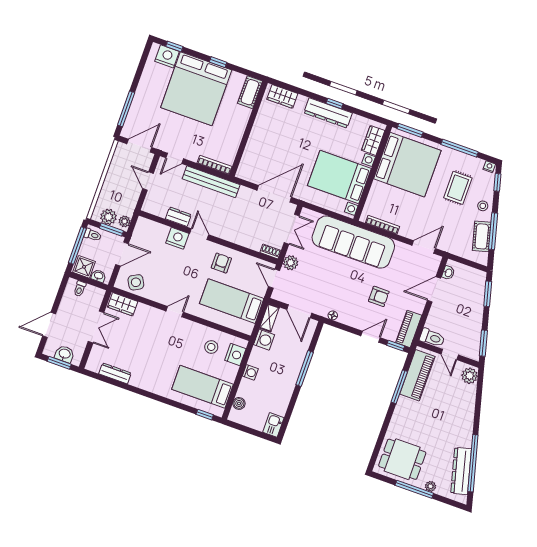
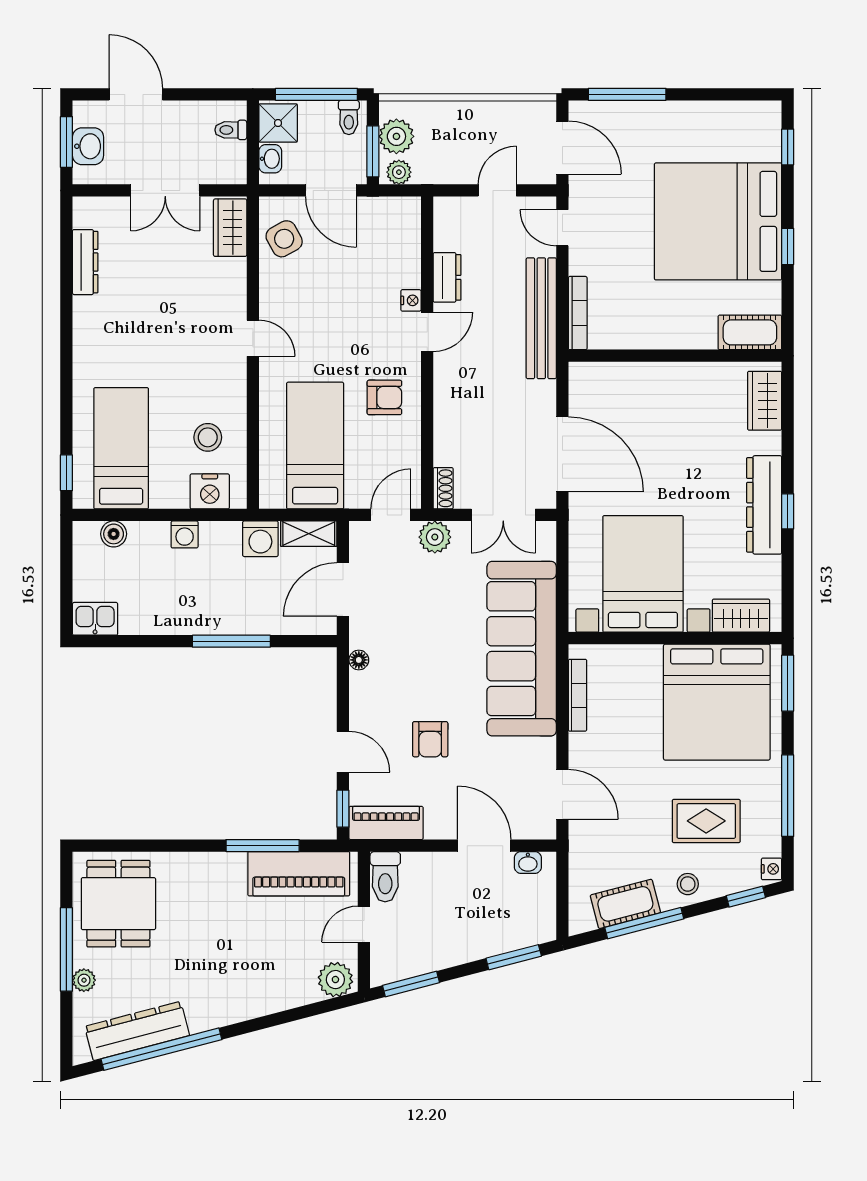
nightstand: (167, 56) -> (763, 139), removed
nightstand: (177, 238) -> (411, 300), width x0.53, depth x0.56

